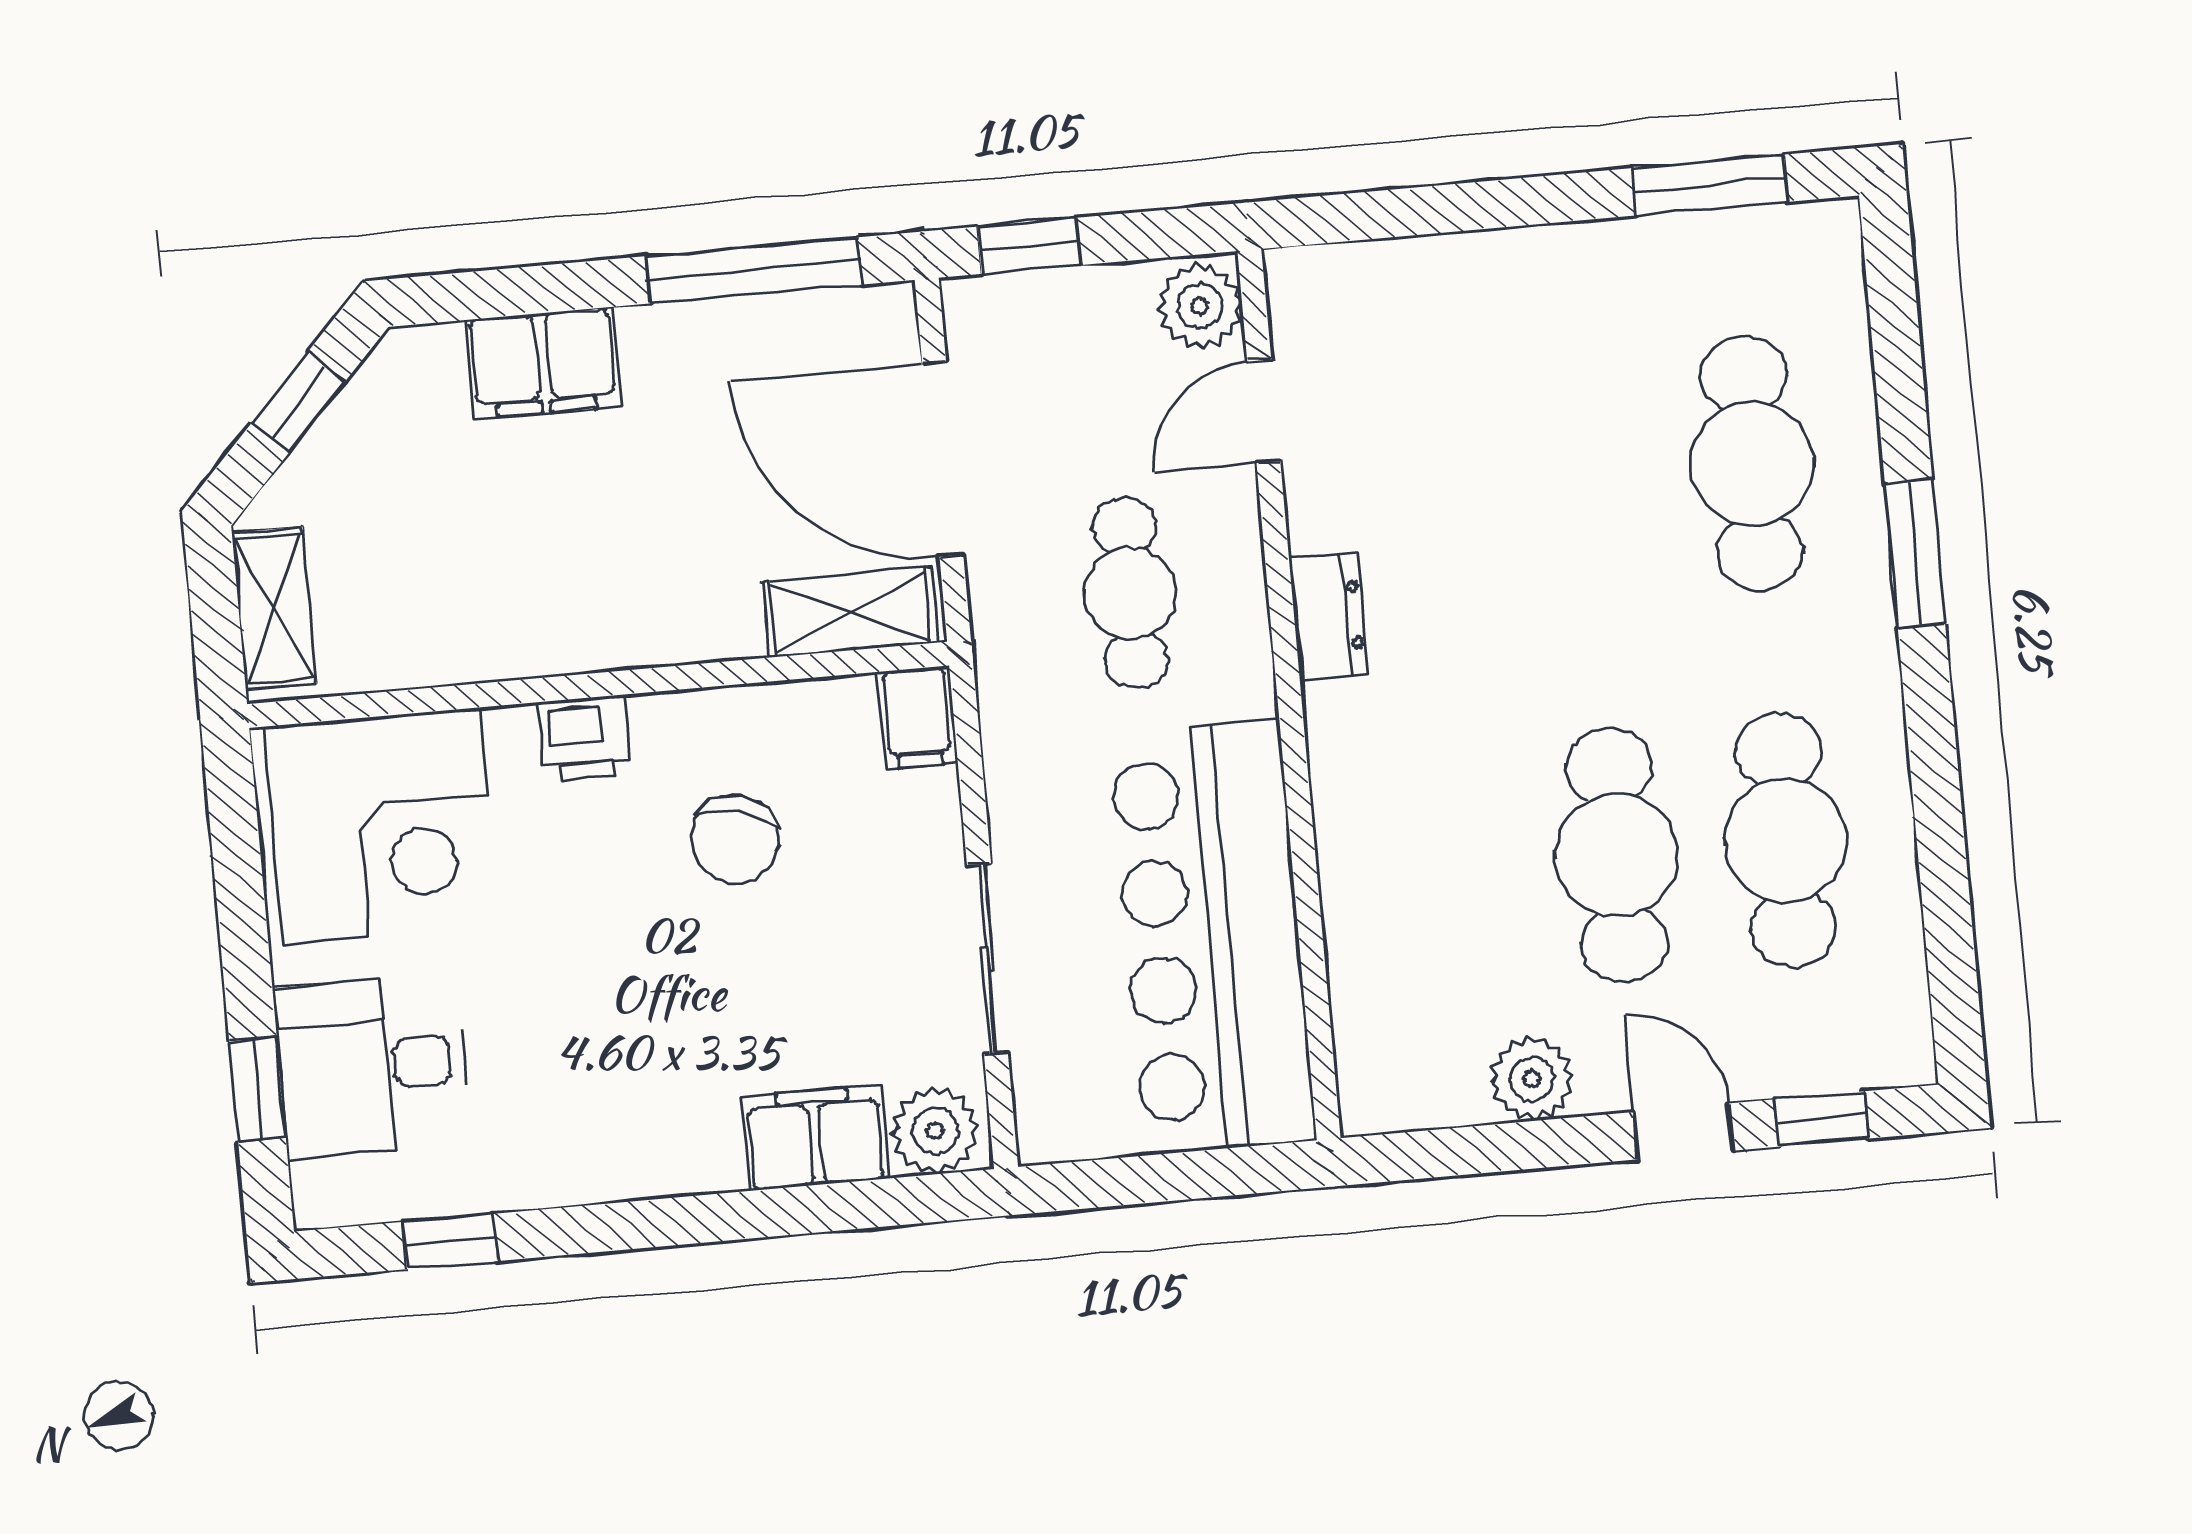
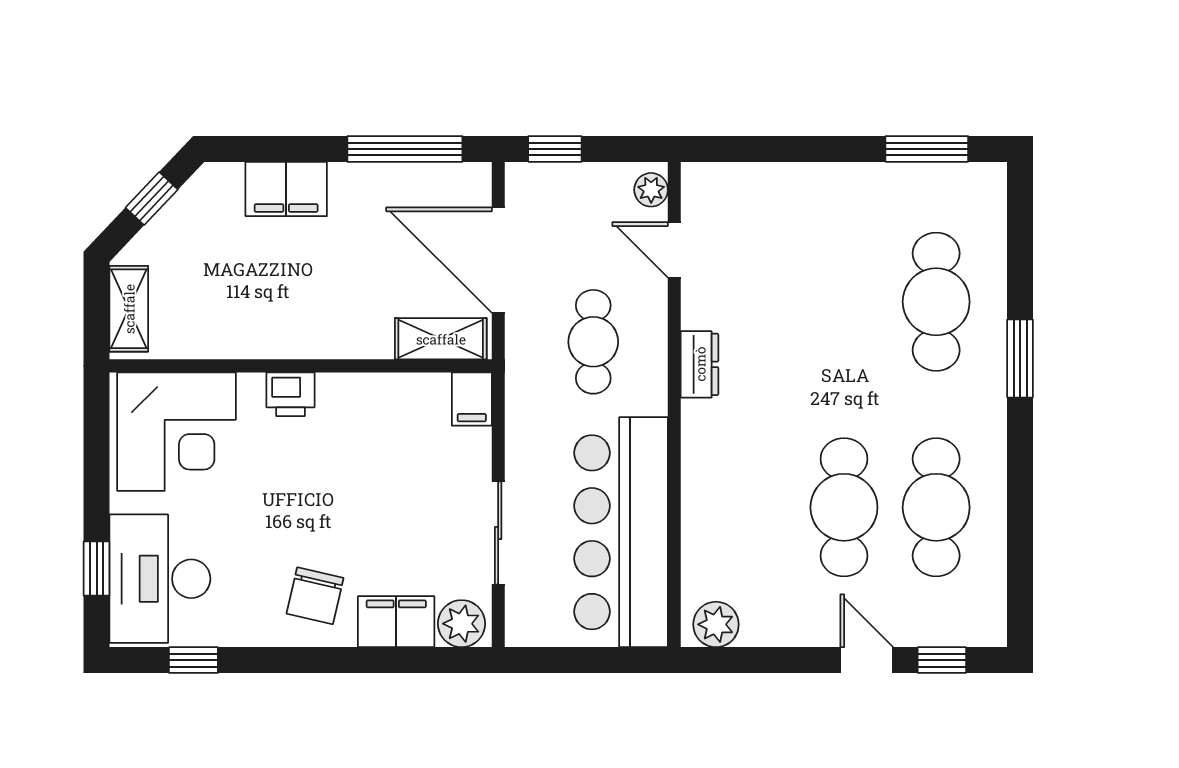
plant: (1200, 306) -> (651, 190), width x0.73, depth x0.73
door: (1264, 411) -> (674, 250), hinge flipped
chair: (735, 839) -> (315, 596), moved
desk: (372, 1066) -> (160, 579), width x1.37
plant: (1532, 1079) -> (716, 624), moved

